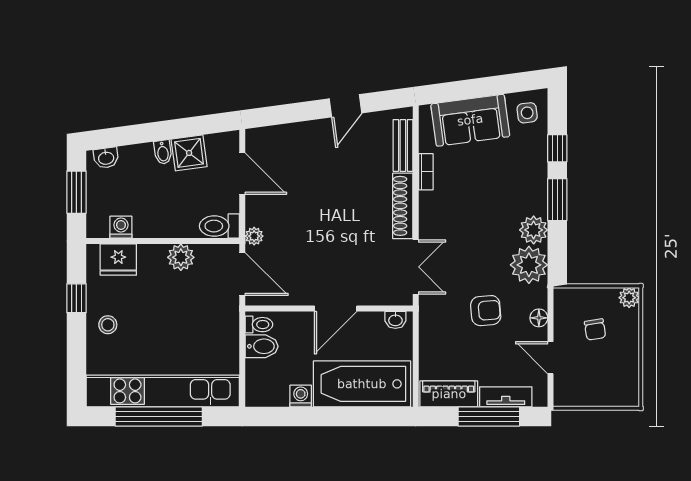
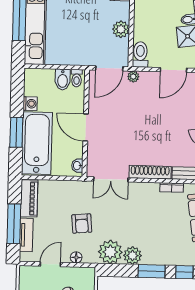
window: (346, 416) -> (16, 132), added

